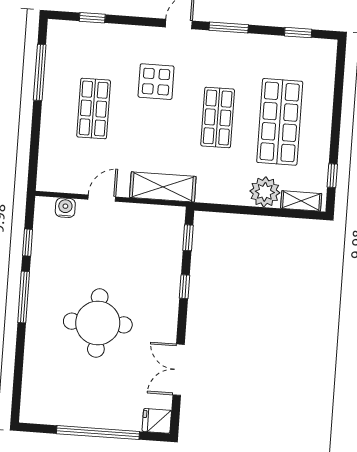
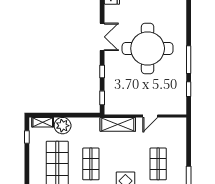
water cooler: (65, 208) -> (170, 109), removed
round table: (98, 323) -> (148, 48), width x1.36, depth x1.36
double door: (179, 370) -> (102, 37), moved

